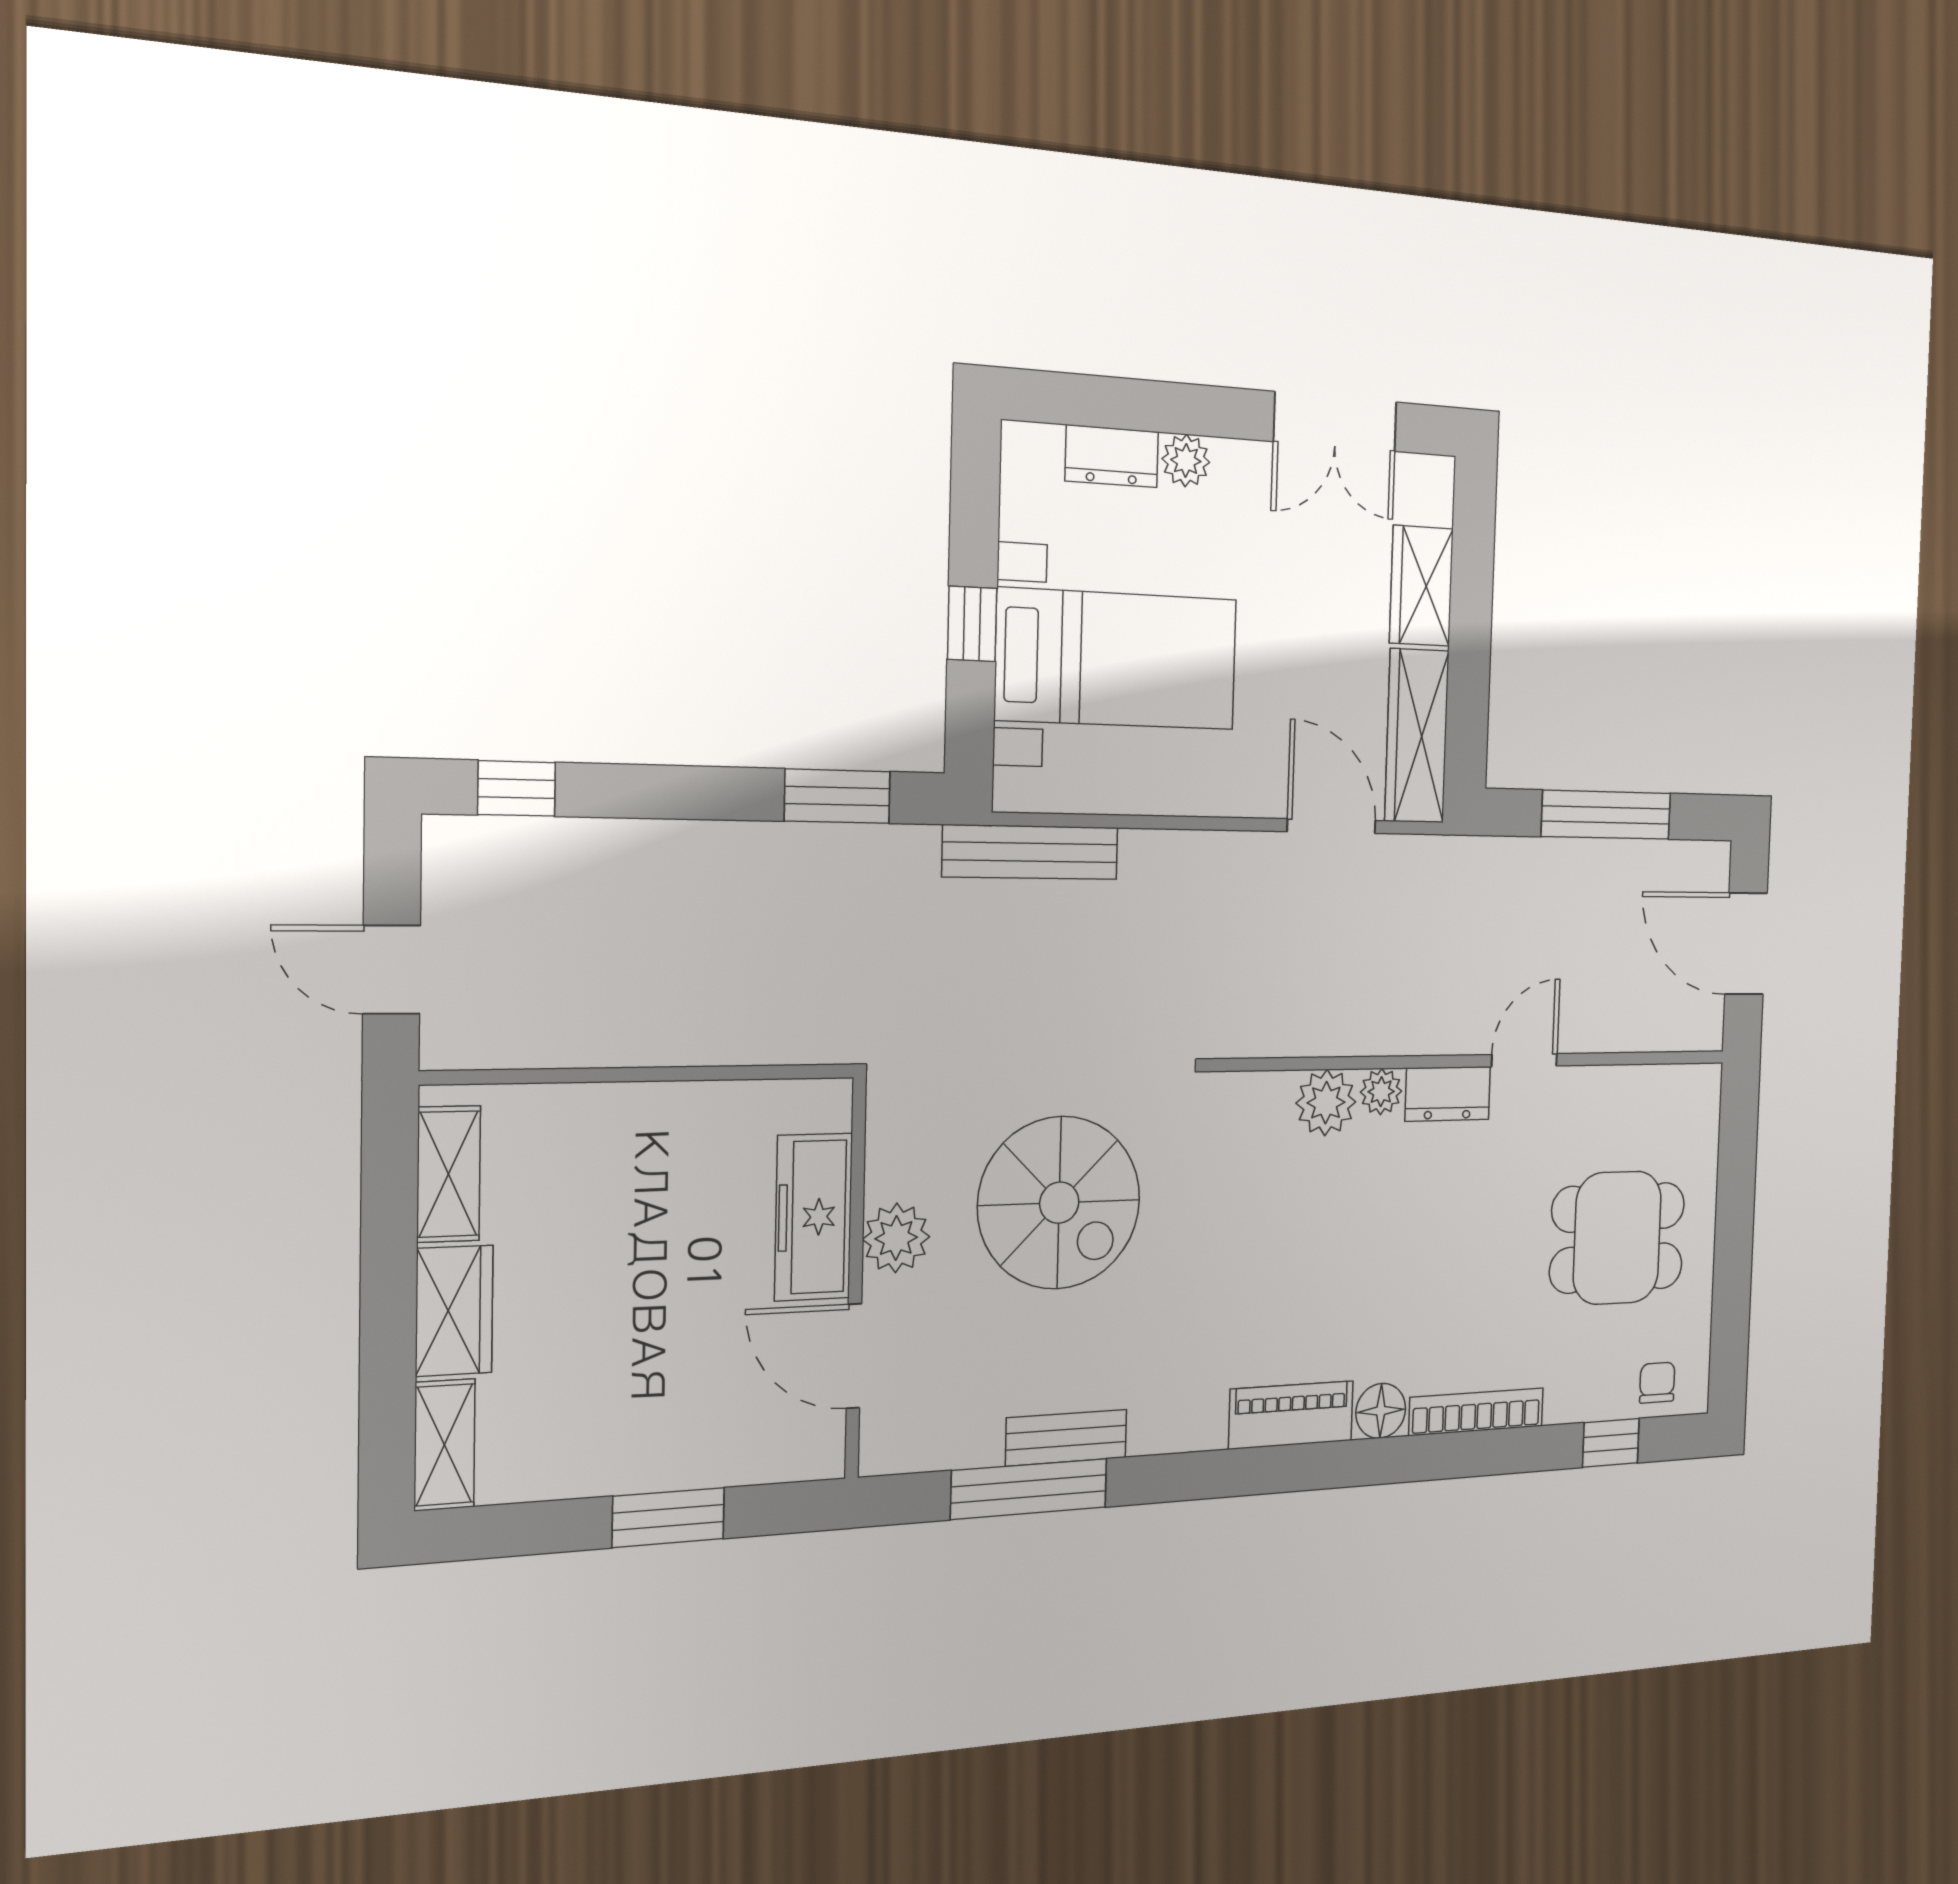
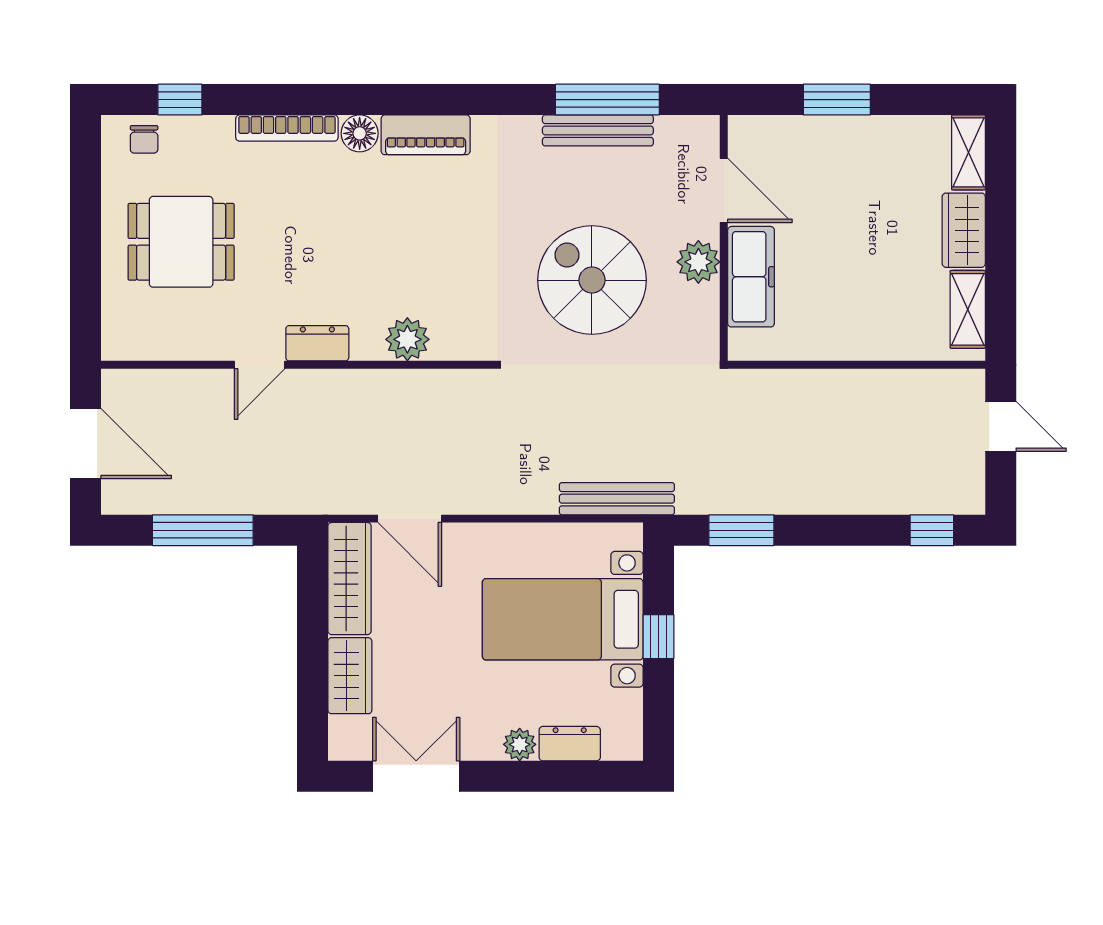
plant: (1381, 1092) -> (367, 346), removed
bench: (1066, 1438) -> (598, 130), width x1.36

